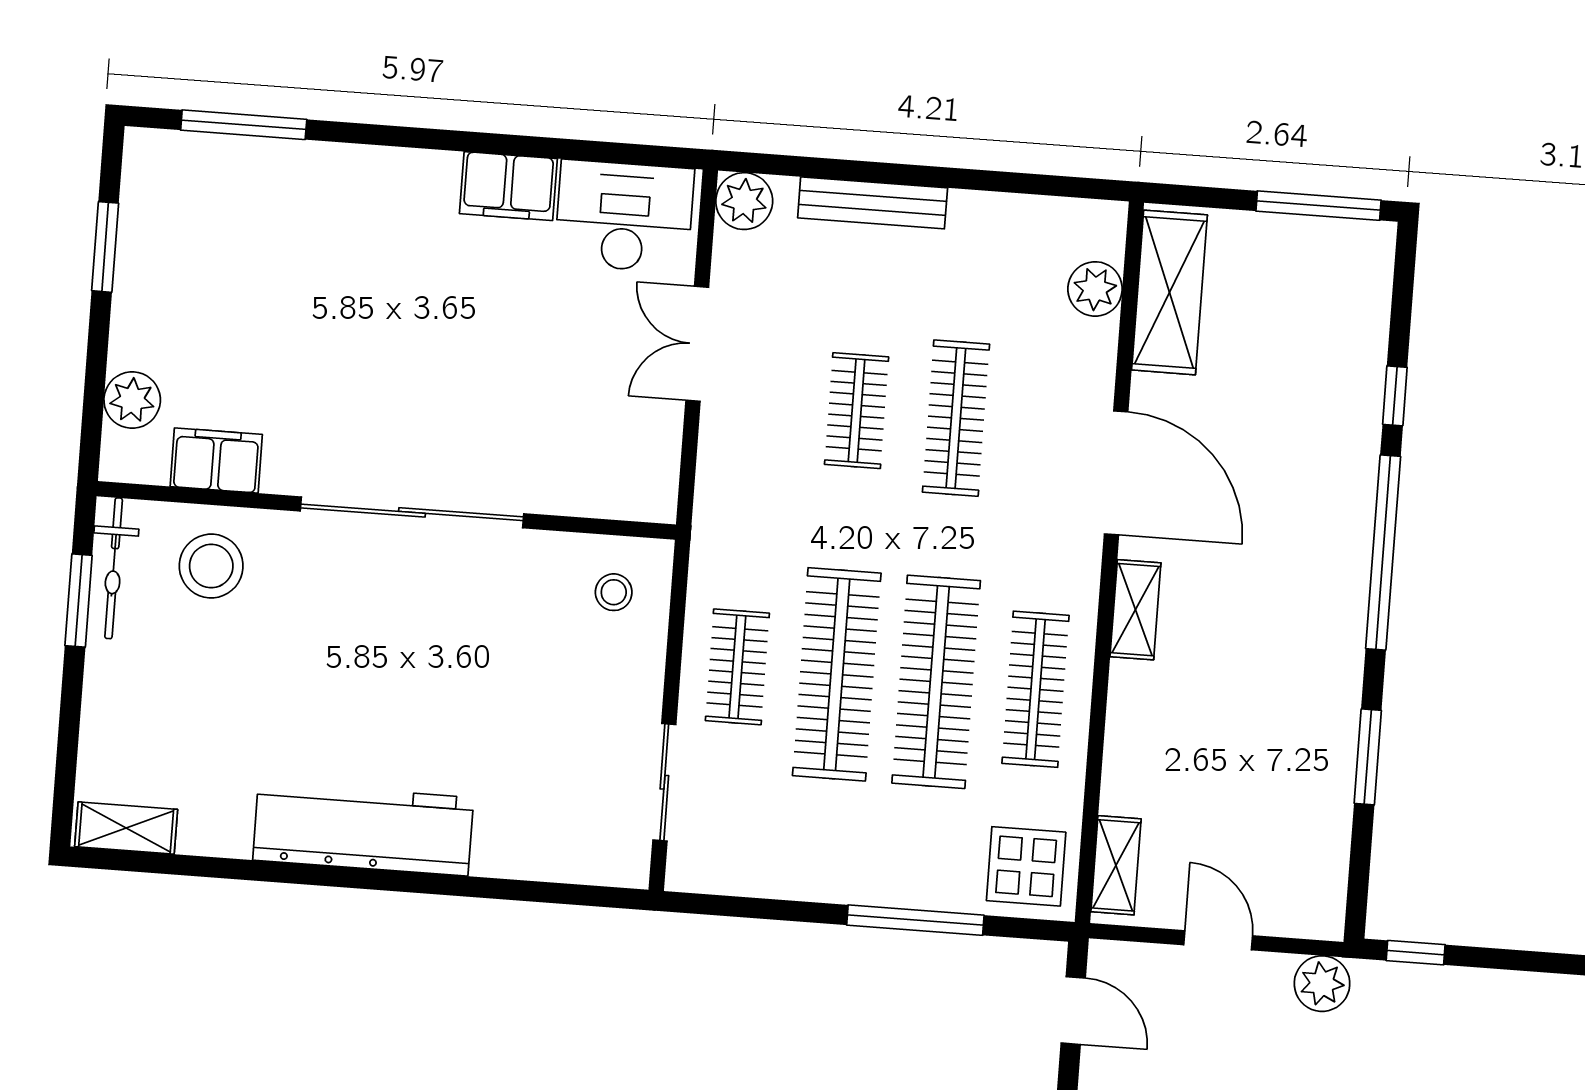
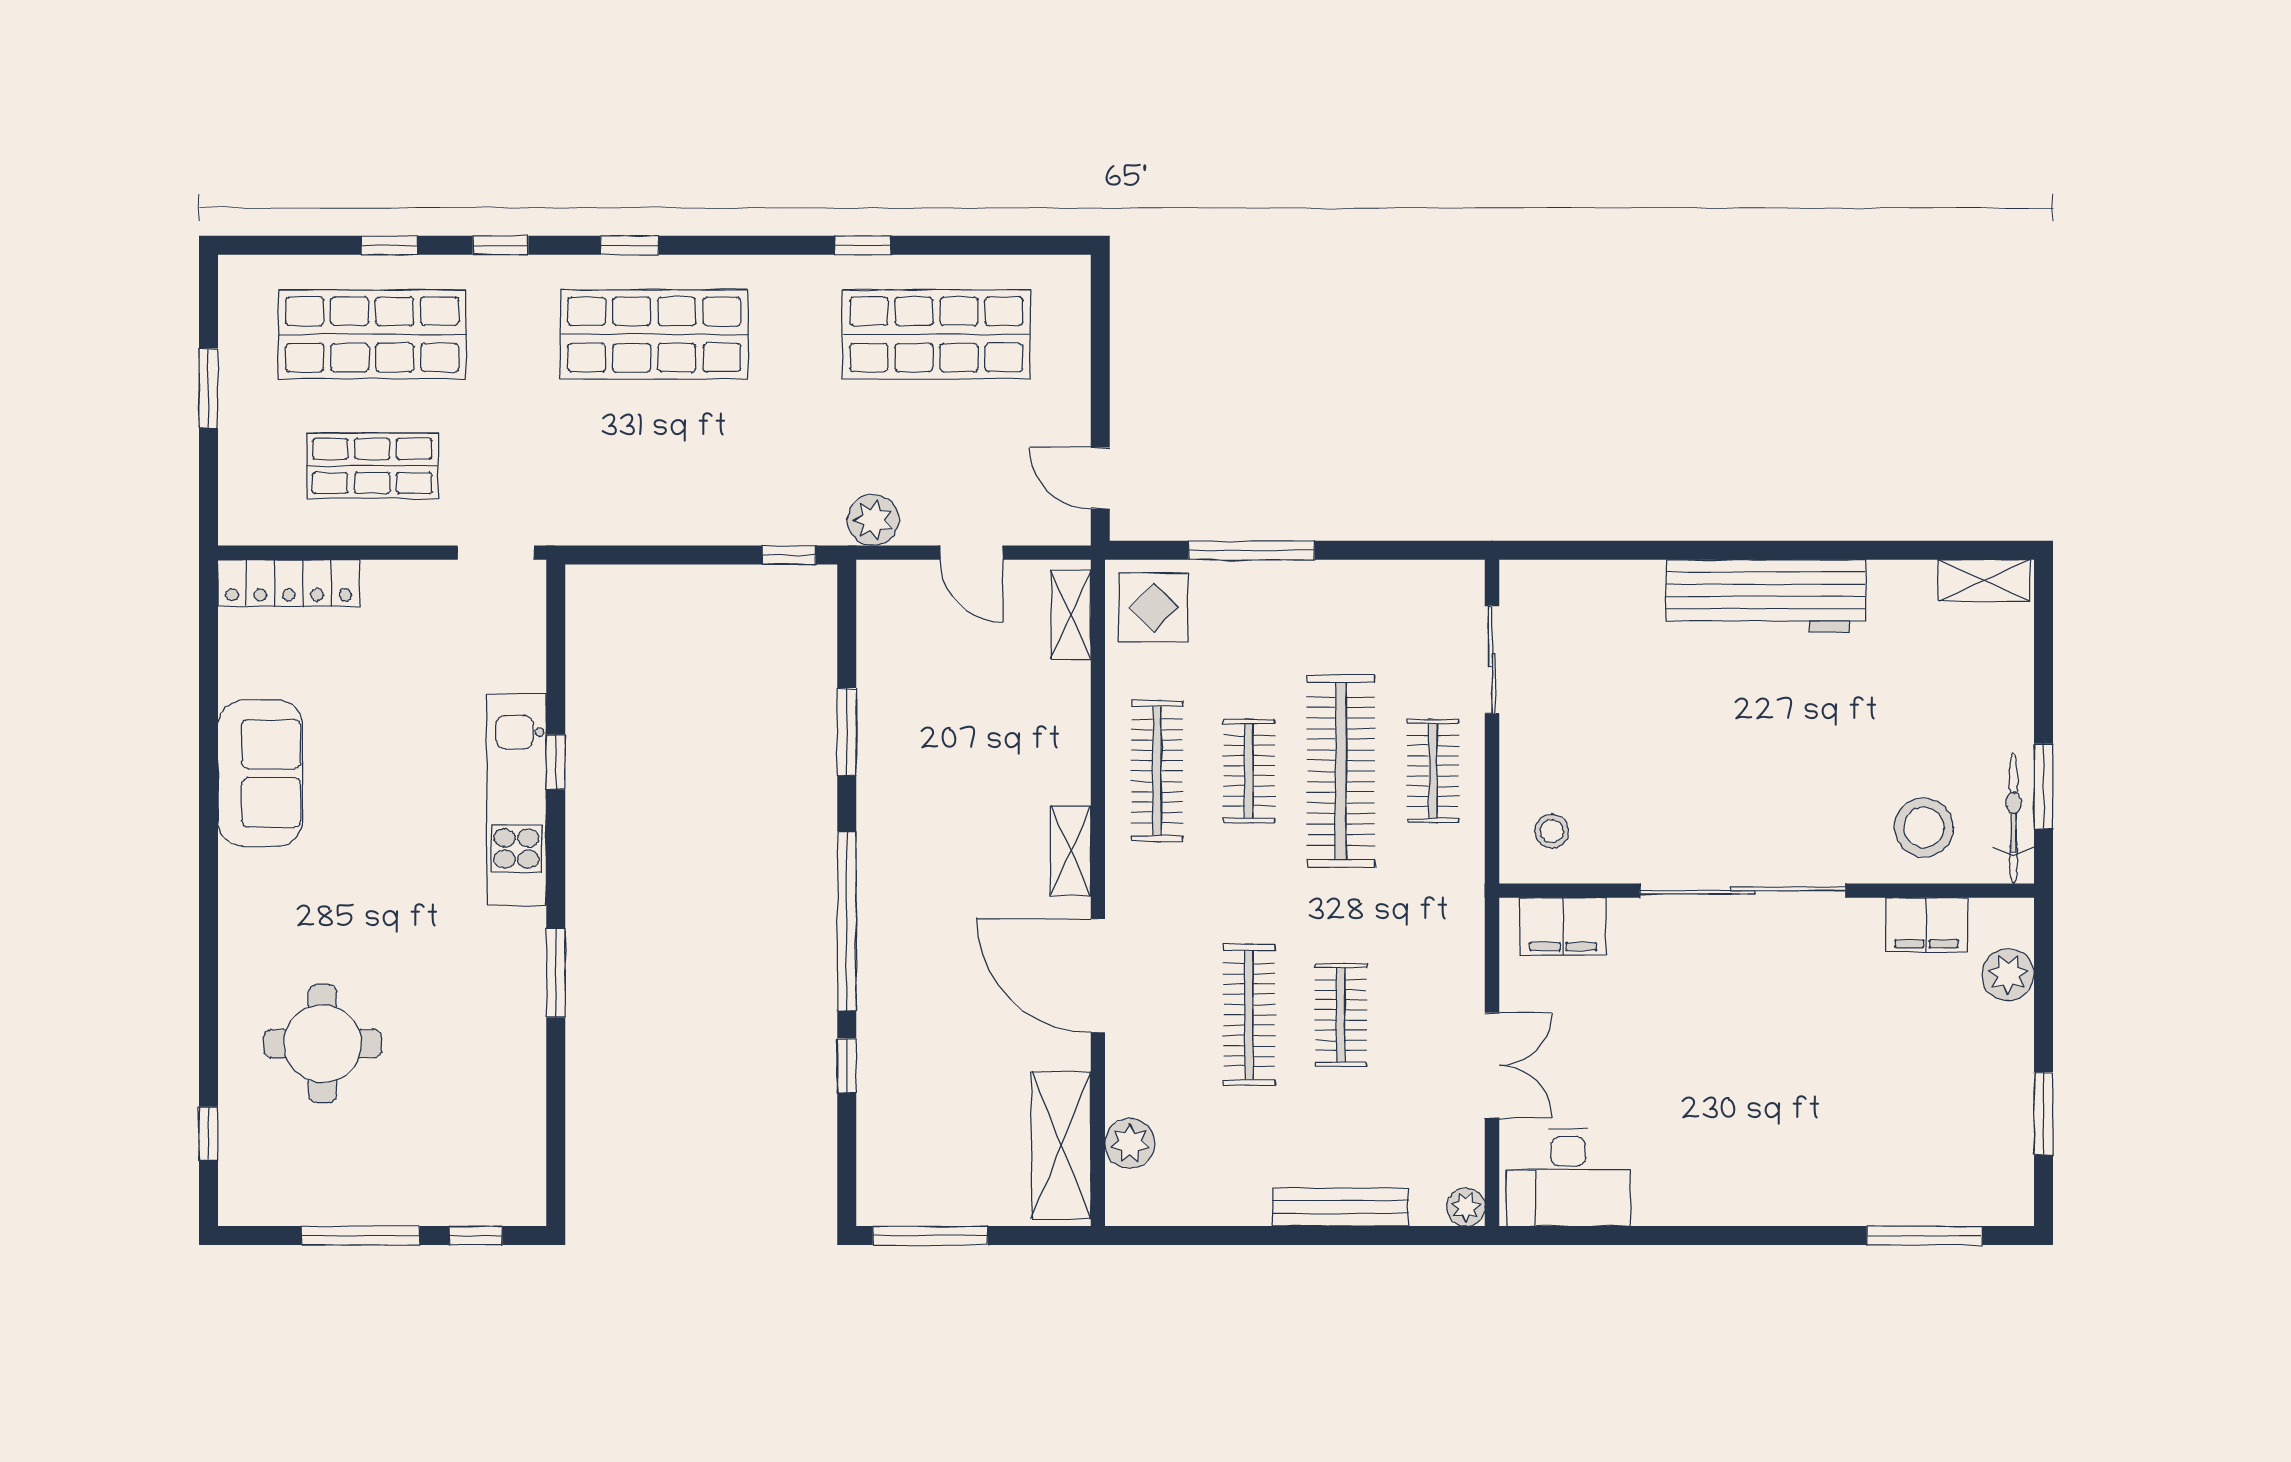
filing cabinet: (508, 186) -> (1563, 926), moved, turned 180
plant: (744, 201) -> (1466, 1207), width x0.73, depth x0.73
clothes rail: (936, 682) -> (1249, 771), width x0.54, depth x0.76

